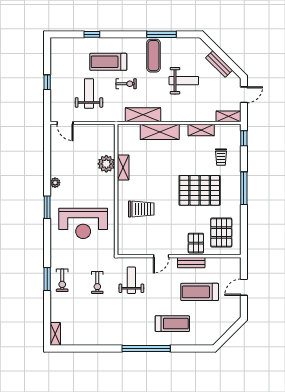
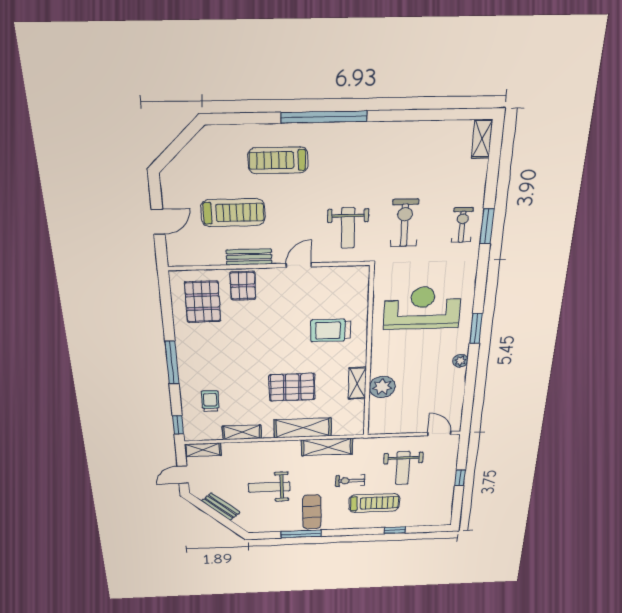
pallet: (200, 190) -> (292, 387), moved, width x0.73, depth x0.71
exercise bike: (97, 283) -> (405, 223), width x1.38, depth x1.39

